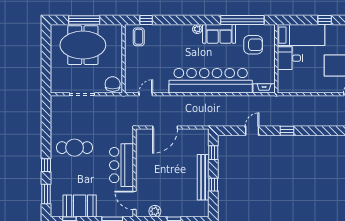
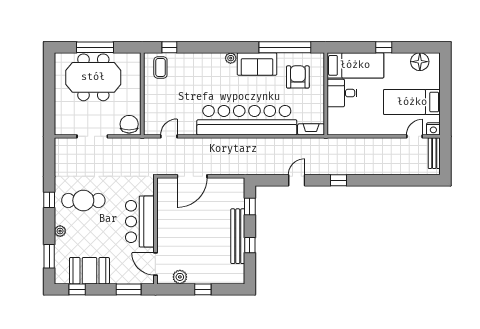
armchair: (253, 45) -> (298, 77), turned -90
window: (46, 165) -> (49, 200), moved
plant: (55, 173) -> (60, 231), added

